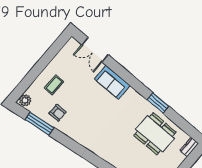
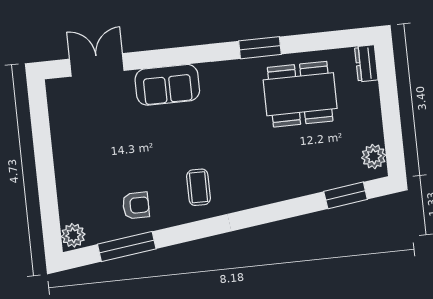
double door: (95, 50) -> (97, 65), swing flipped
coffee table: (54, 85) -> (198, 187), moved

